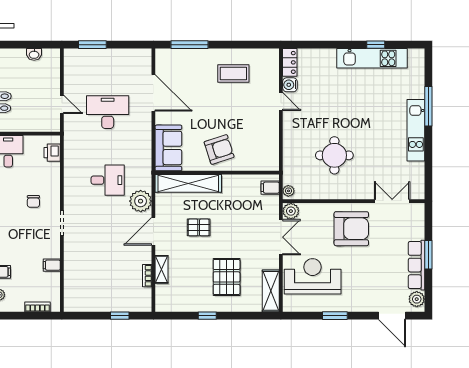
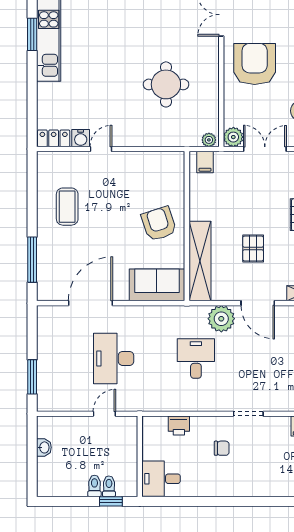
window: (376, 45) -> (32, 34), width x1.50
printer: (52, 153) -> (179, 426), moved

